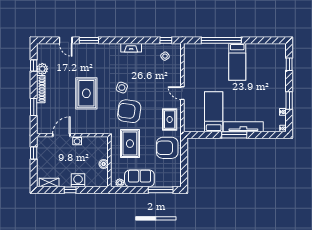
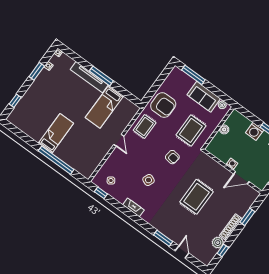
side table: (122, 88) -> (149, 180), moved
armchair: (129, 111) -> (172, 157), width x0.53, depth x0.53

